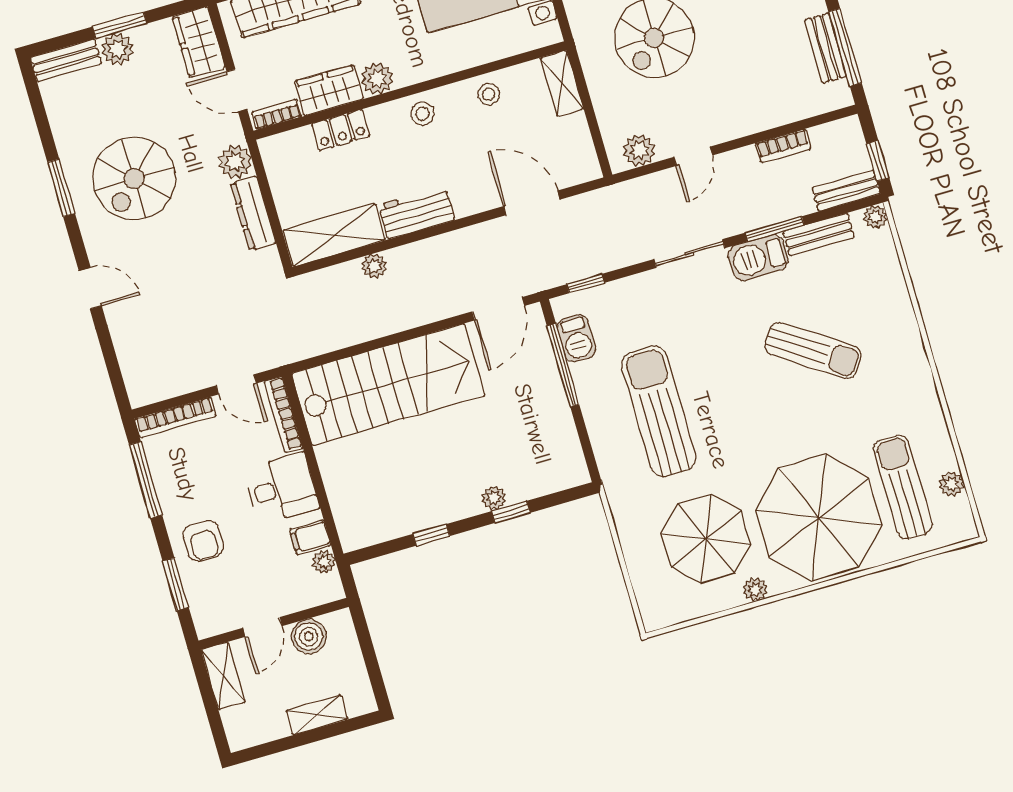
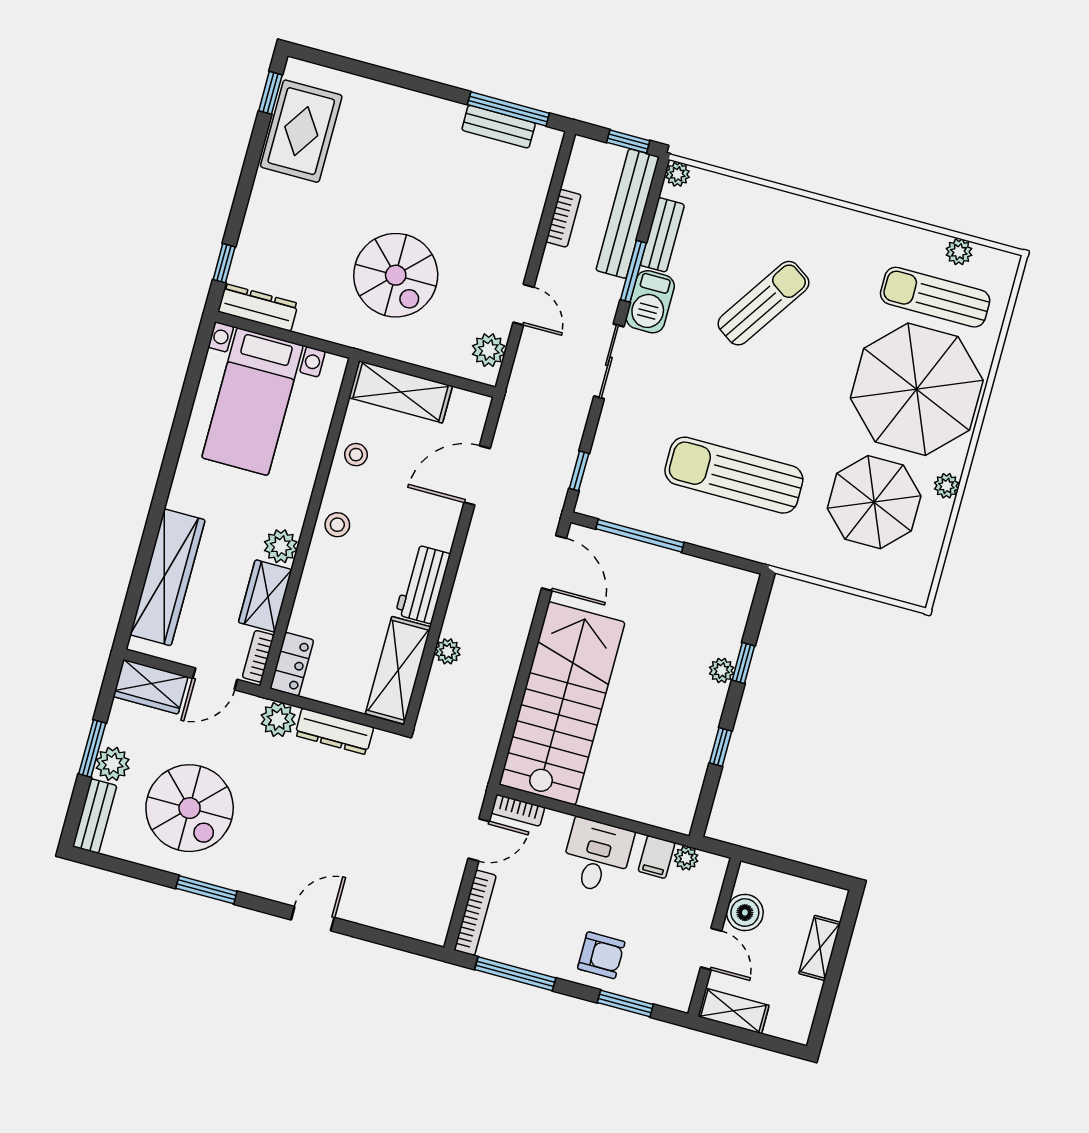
shelving: (562, 83) -> (401, 392), width x1.50, depth x1.33
locker: (341, 130) -> (292, 664), moved
spiral stairs: (134, 178) -> (190, 808), moved
bench: (846, 191) -> (628, 214), width x1.86, depth x1.21
barbecue: (577, 338) -> (623, 509), removed
bookcase: (283, 414) -> (518, 810), width x0.64

